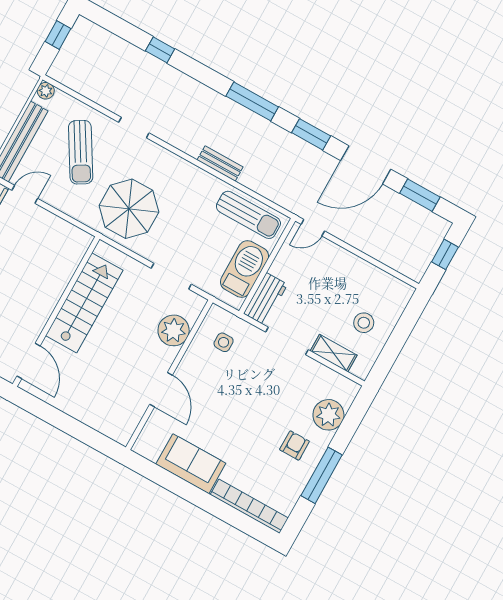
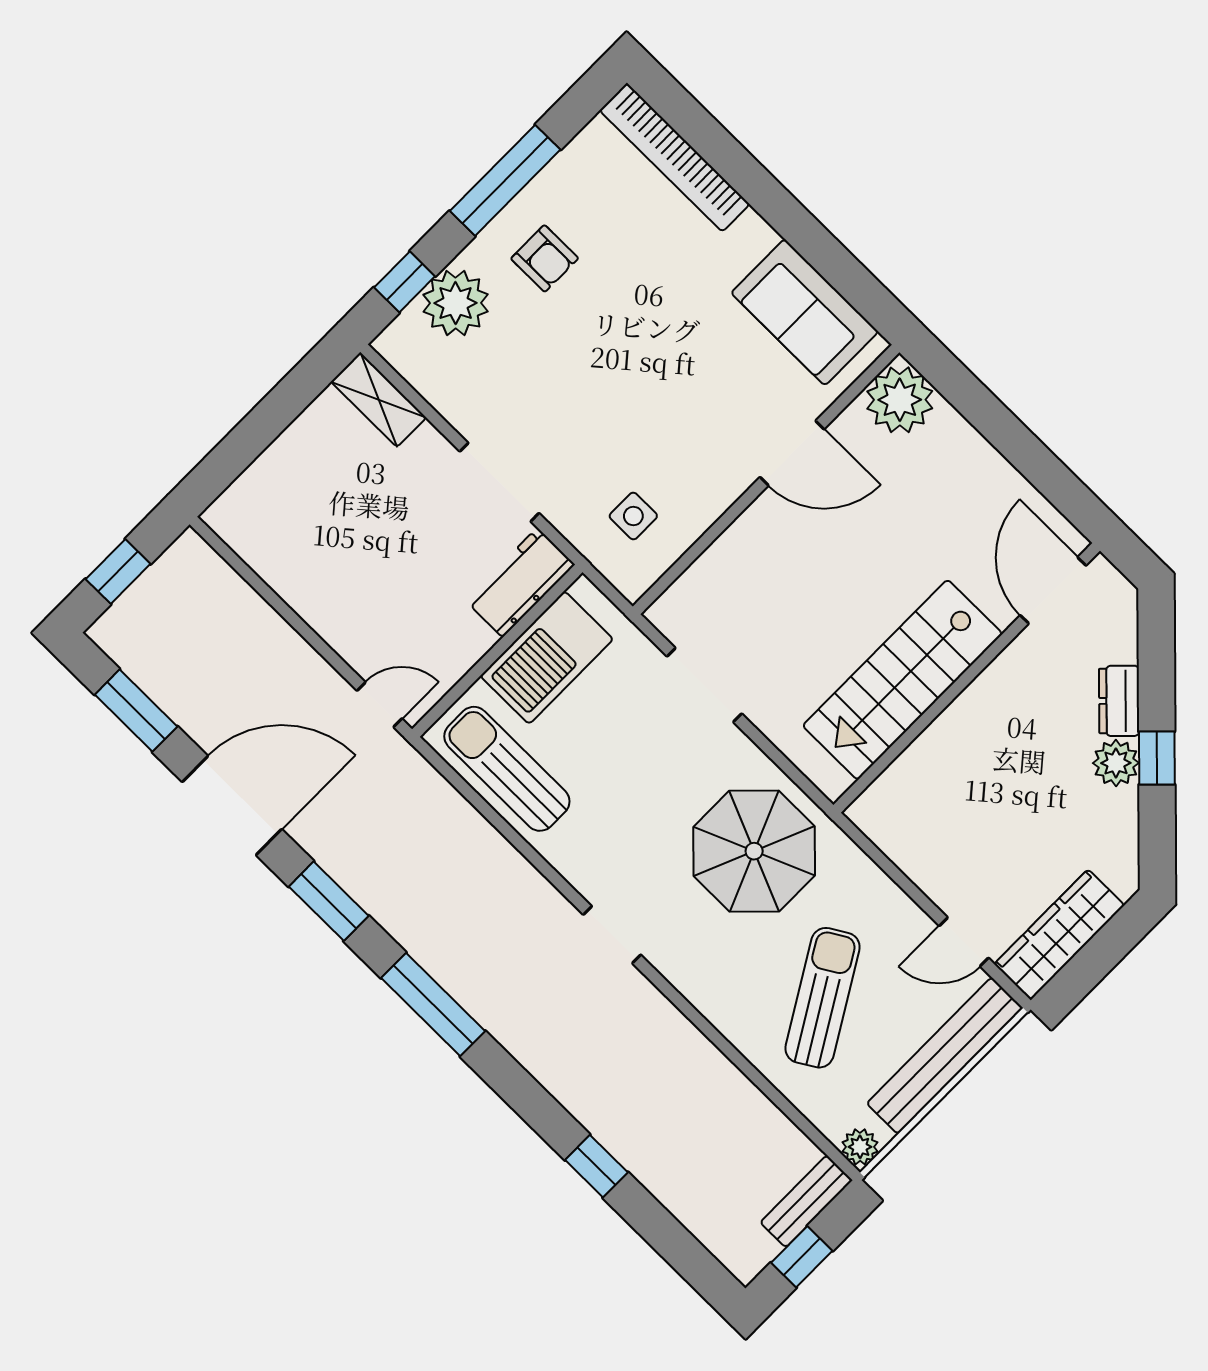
doorway: (134, 128) -> (612, 935), moved
bench: (220, 163) -> (806, 1201), moved, turned 90
stool: (364, 323) -> (328, 476), removed
plant: (174, 330) -> (900, 400), moved
shelving: (334, 353) -> (379, 400), moved
door: (161, 390) -> (792, 453), swing flipped
window: (354, 418) -> (405, 282), added
armchair: (294, 445) -> (545, 258), turned -90
sofa: (191, 464) -> (805, 312), moved

